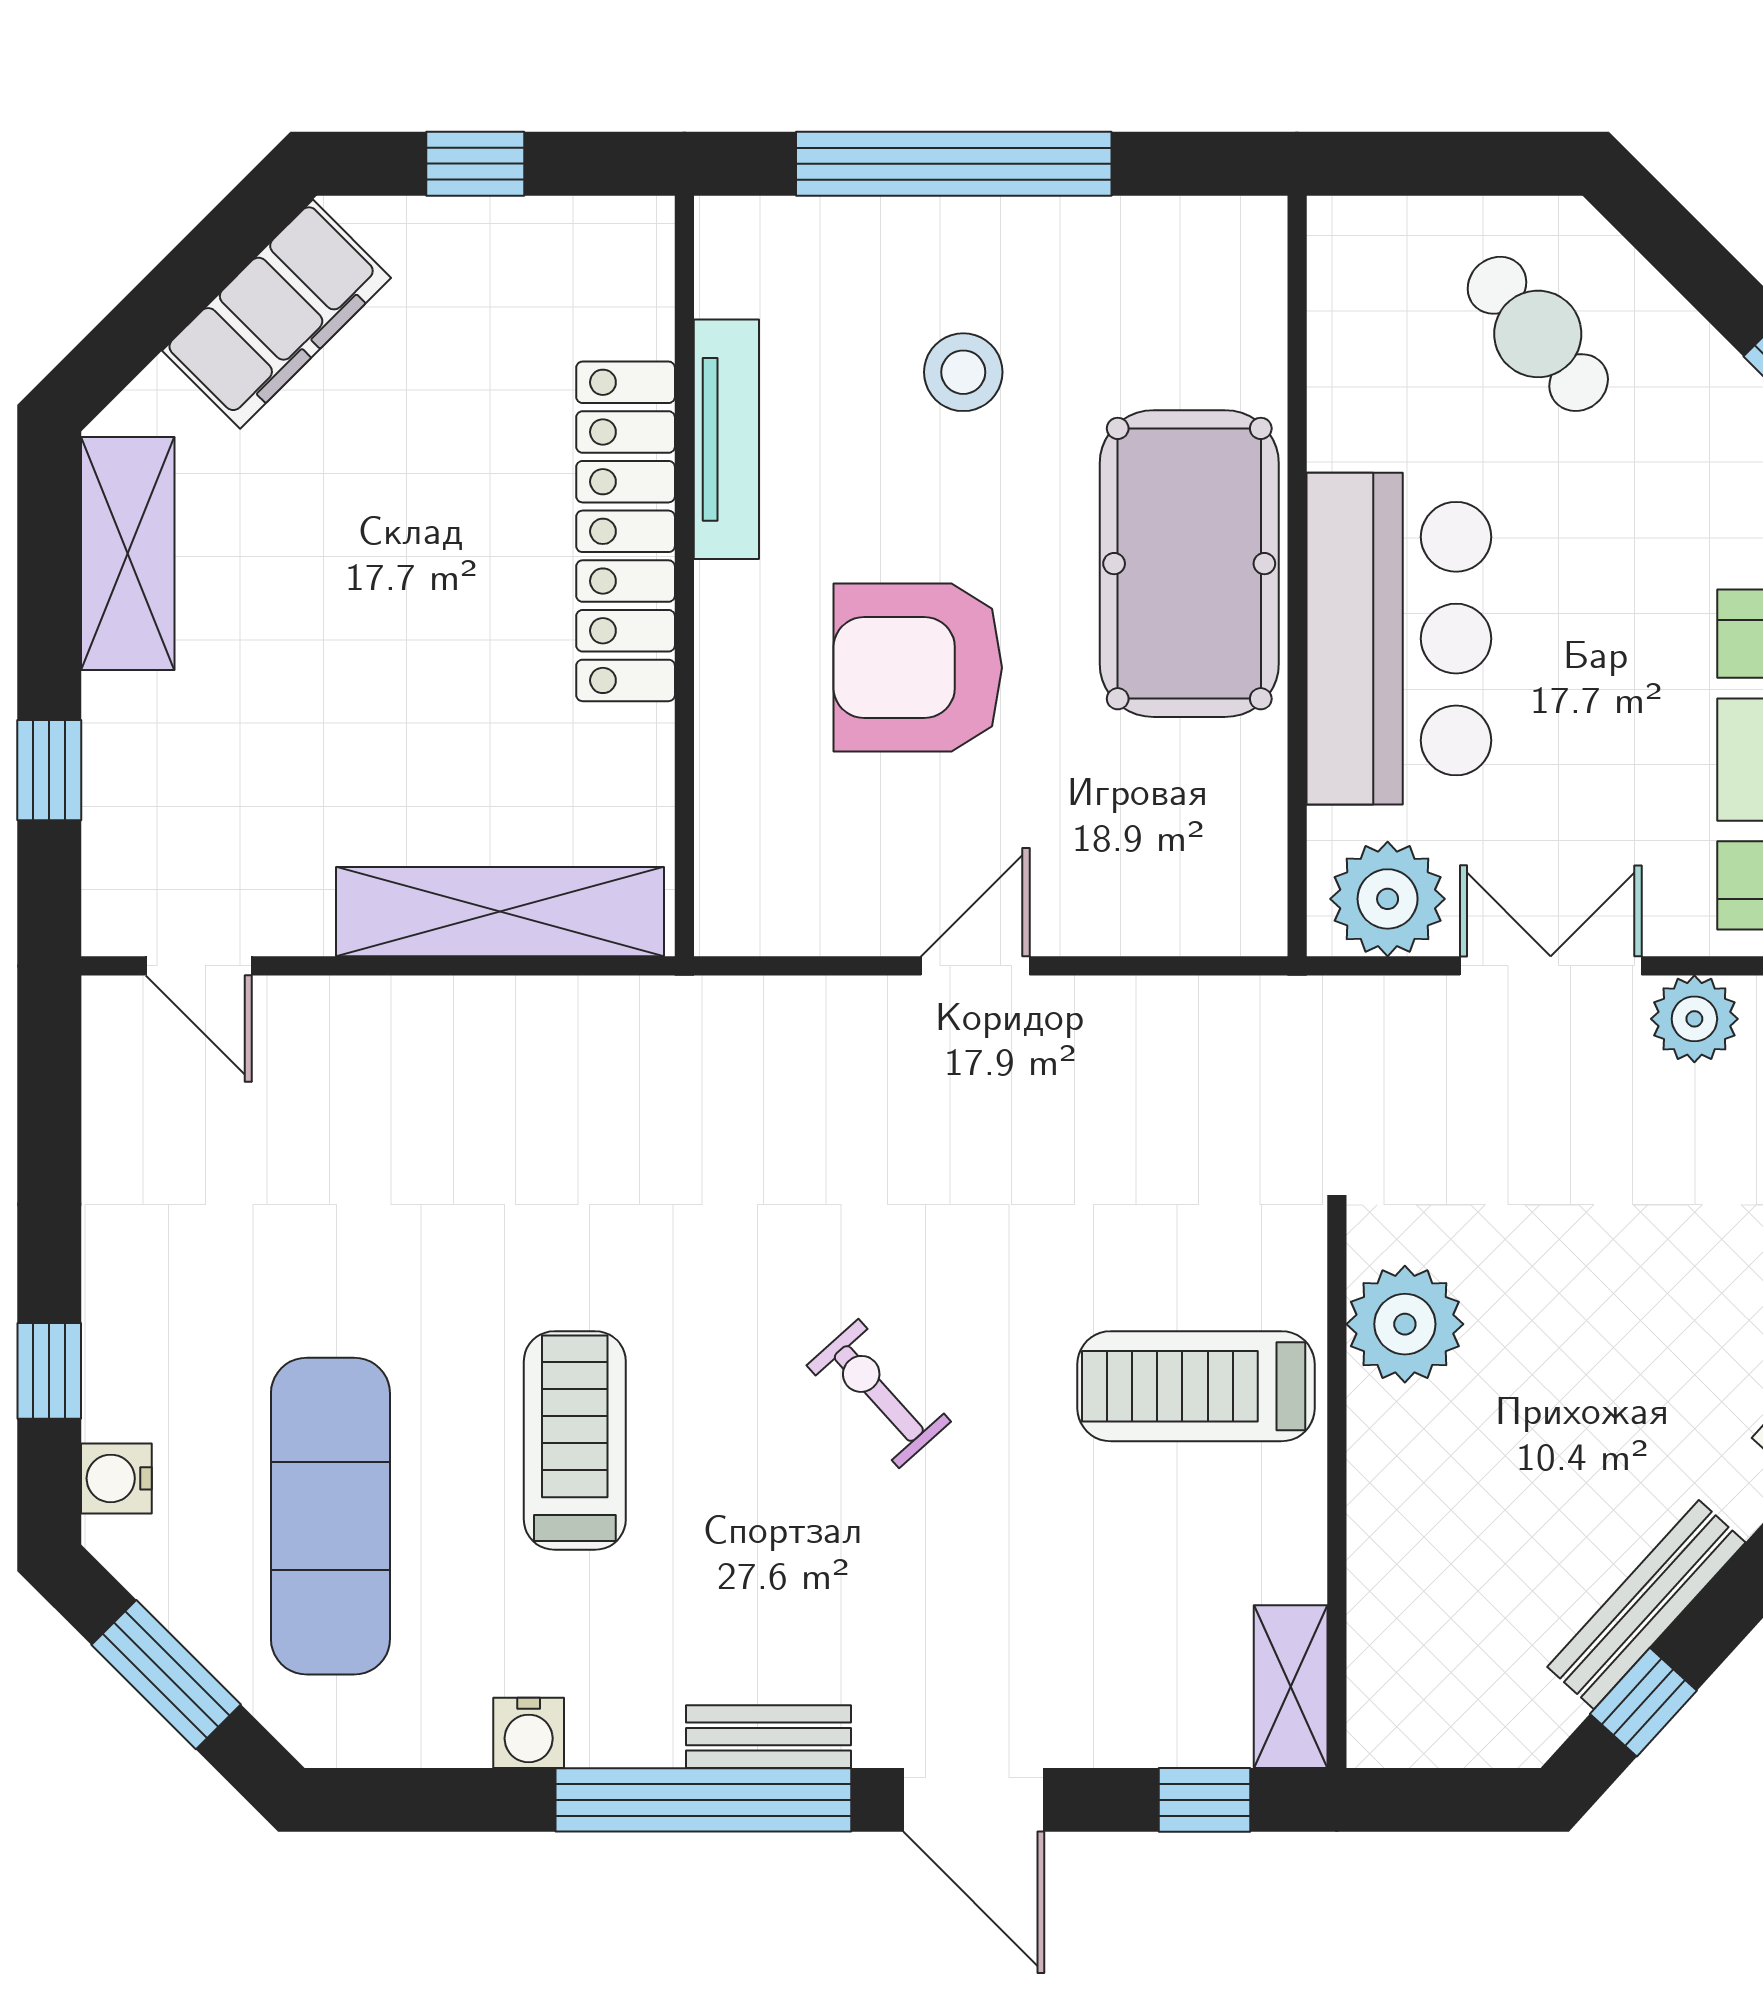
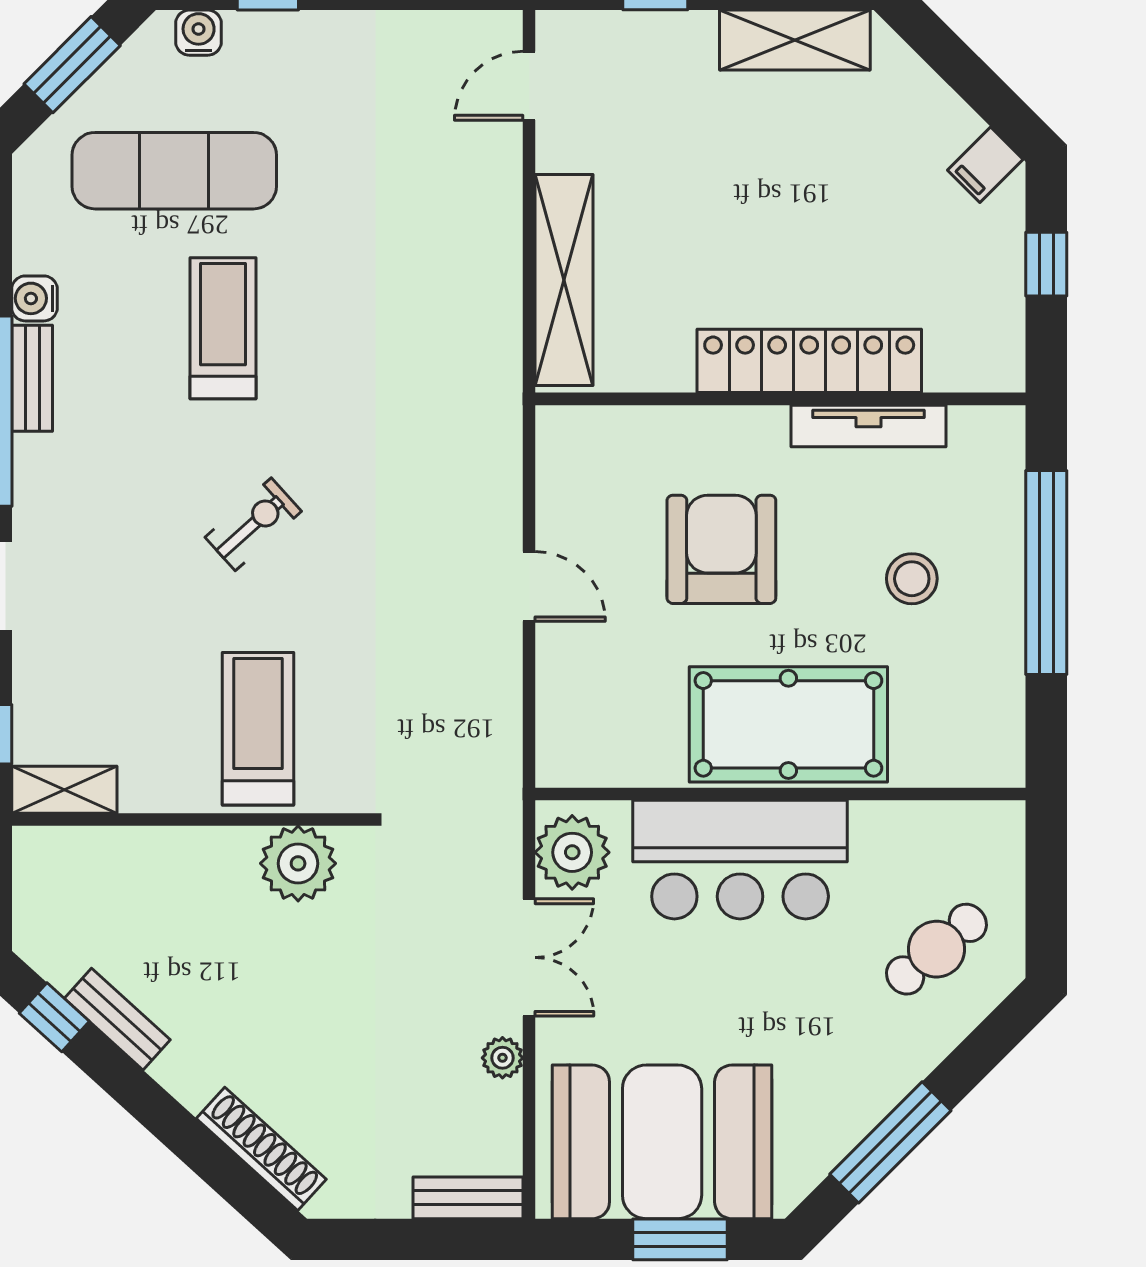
filing cabinet: (277, 314) -> (985, 165), width x0.33, depth x0.86
plant: (1694, 1019) -> (502, 1058), width x0.73, depth x0.73
treadmill: (575, 1440) -> (223, 328), turned -90
bench: (1646, 1605) -> (117, 1019), width x0.73
bench: (768, 1737) -> (32, 378), moved

